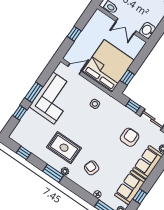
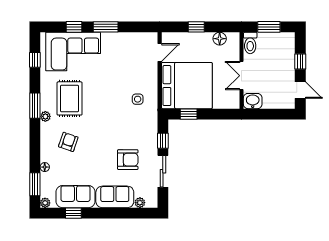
floor lamp: (92, 24) -> (220, 39), added
door: (75, 69) -> (160, 53), hinge flipped
corner sofa: (54, 98) -> (73, 52), moved

